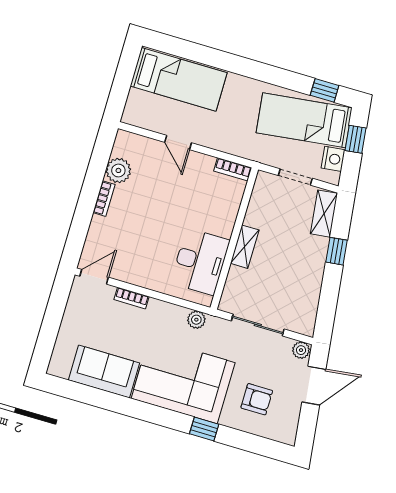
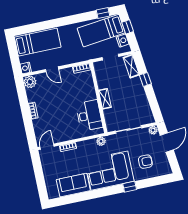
nightstand: (132, 114) -> (26, 68), added
plant: (118, 170) -> (30, 82), moved

